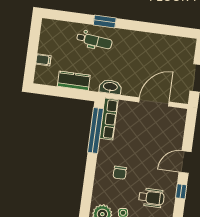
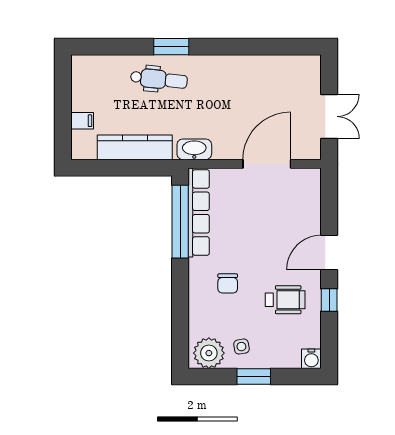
kitchen counter: (74, 81) -> (135, 147), width x1.50
row of seats: (109, 119) -> (199, 212), width x1.36
wheelchair: (151, 198) -> (285, 300), moved

